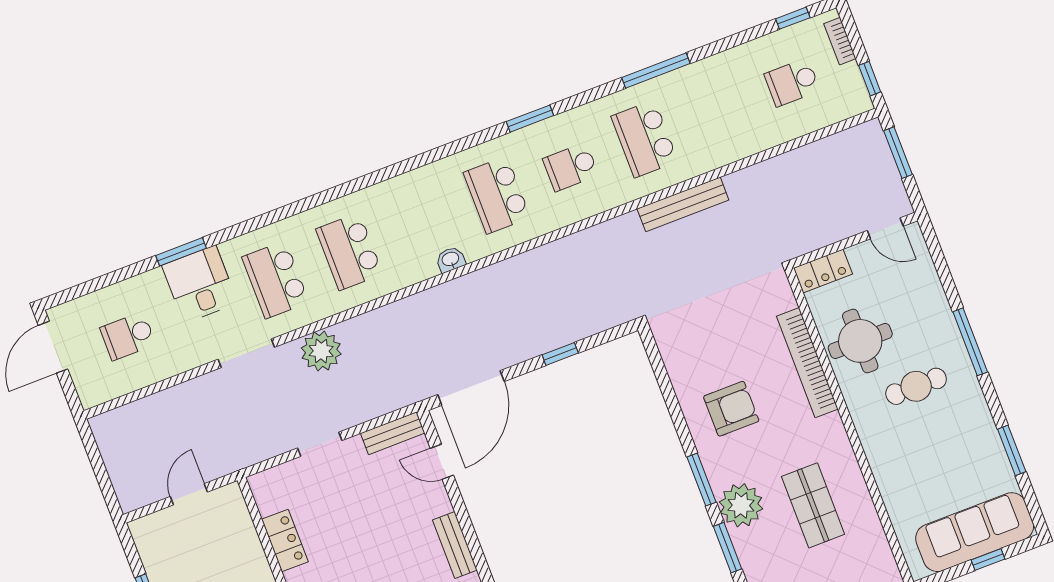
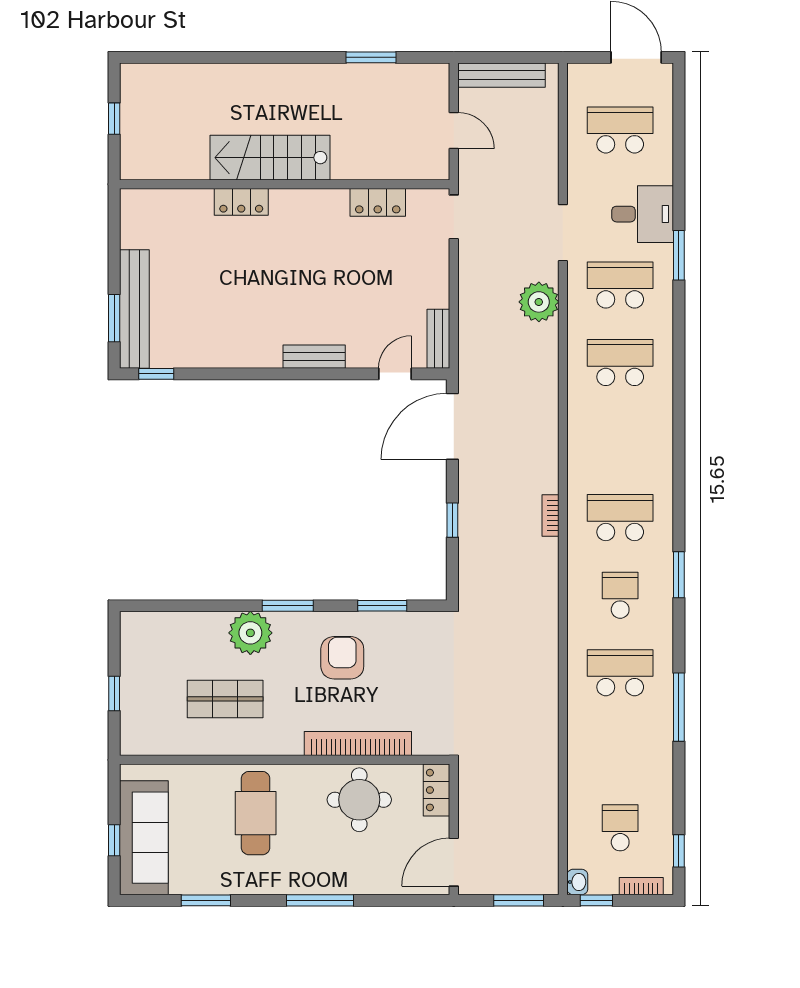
bench: (683, 204) -> (502, 75), moved, turned 90
door: (885, 228) -> (454, 862), width x1.38
window: (181, 252) -> (679, 255), moved
washbasin: (451, 260) -> (577, 882), moved
bookcase: (520, 262) -> (550, 515), added
school desk: (128, 336) -> (620, 130), width x1.85
cafe table: (916, 386) -> (256, 813), moved, width x1.37, depth x1.35
door: (471, 388) -> (452, 426), hinge flipped
armchair: (731, 409) -> (342, 658), turned 180
doorway: (320, 444) -> (454, 217), moved
window: (728, 548) -> (382, 606), moved

